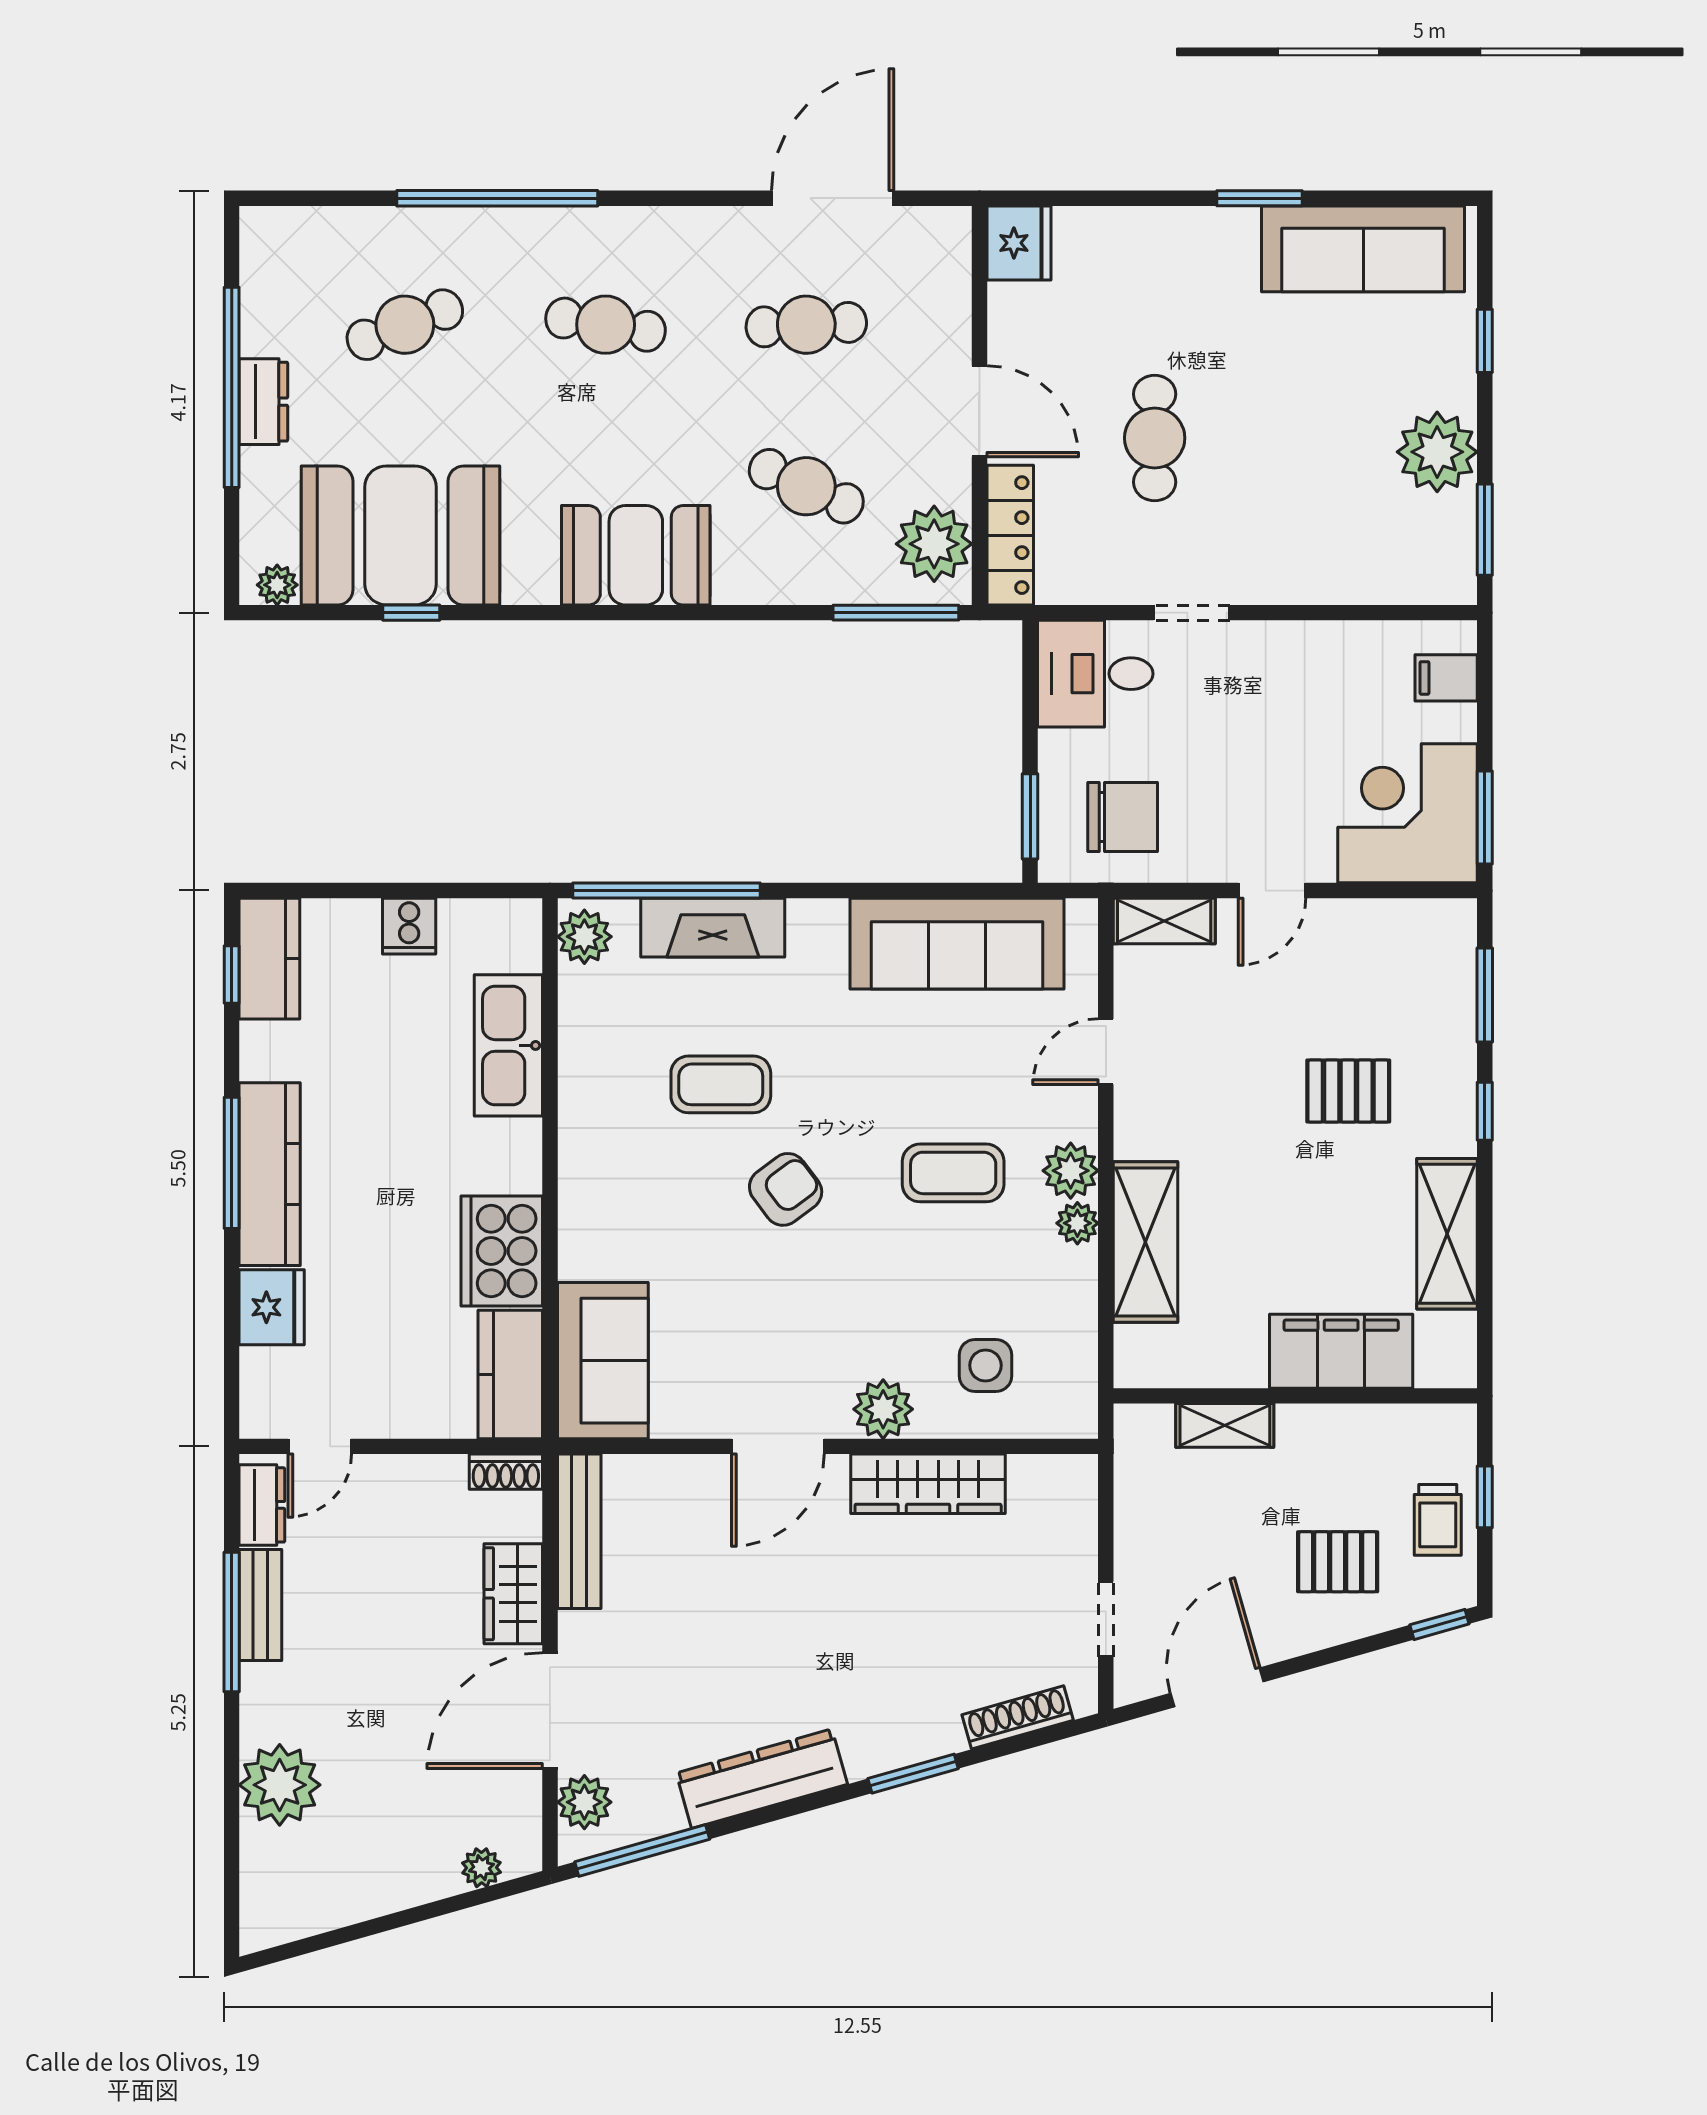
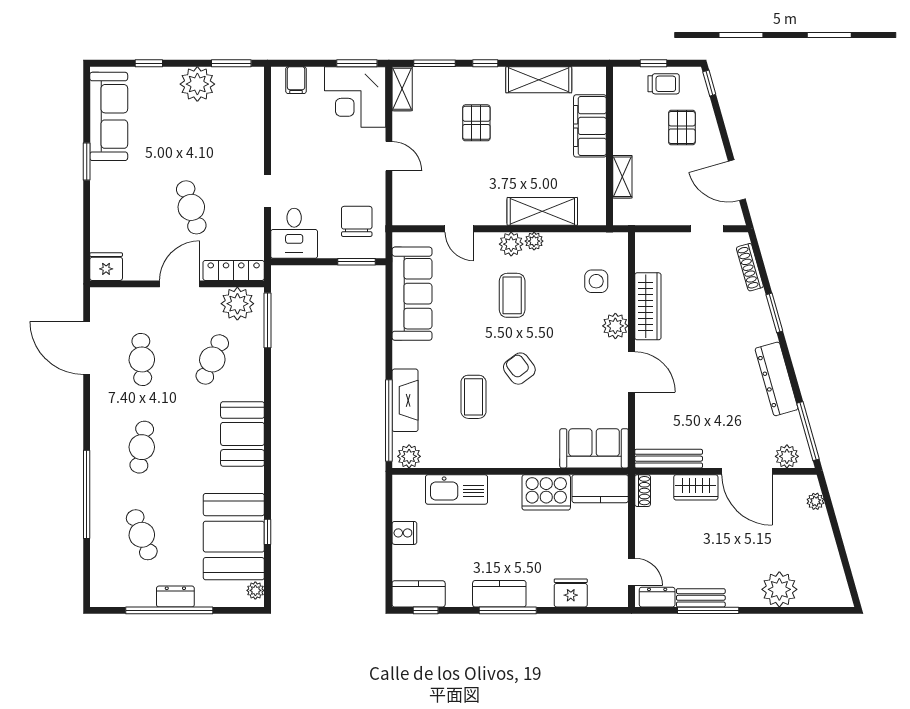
cafe table: (1155, 438) -> (191, 207), turned 73
shelving: (1164, 921) -> (402, 89), moved
kitchen counter: (270, 1174) -> (499, 594), width x0.67

